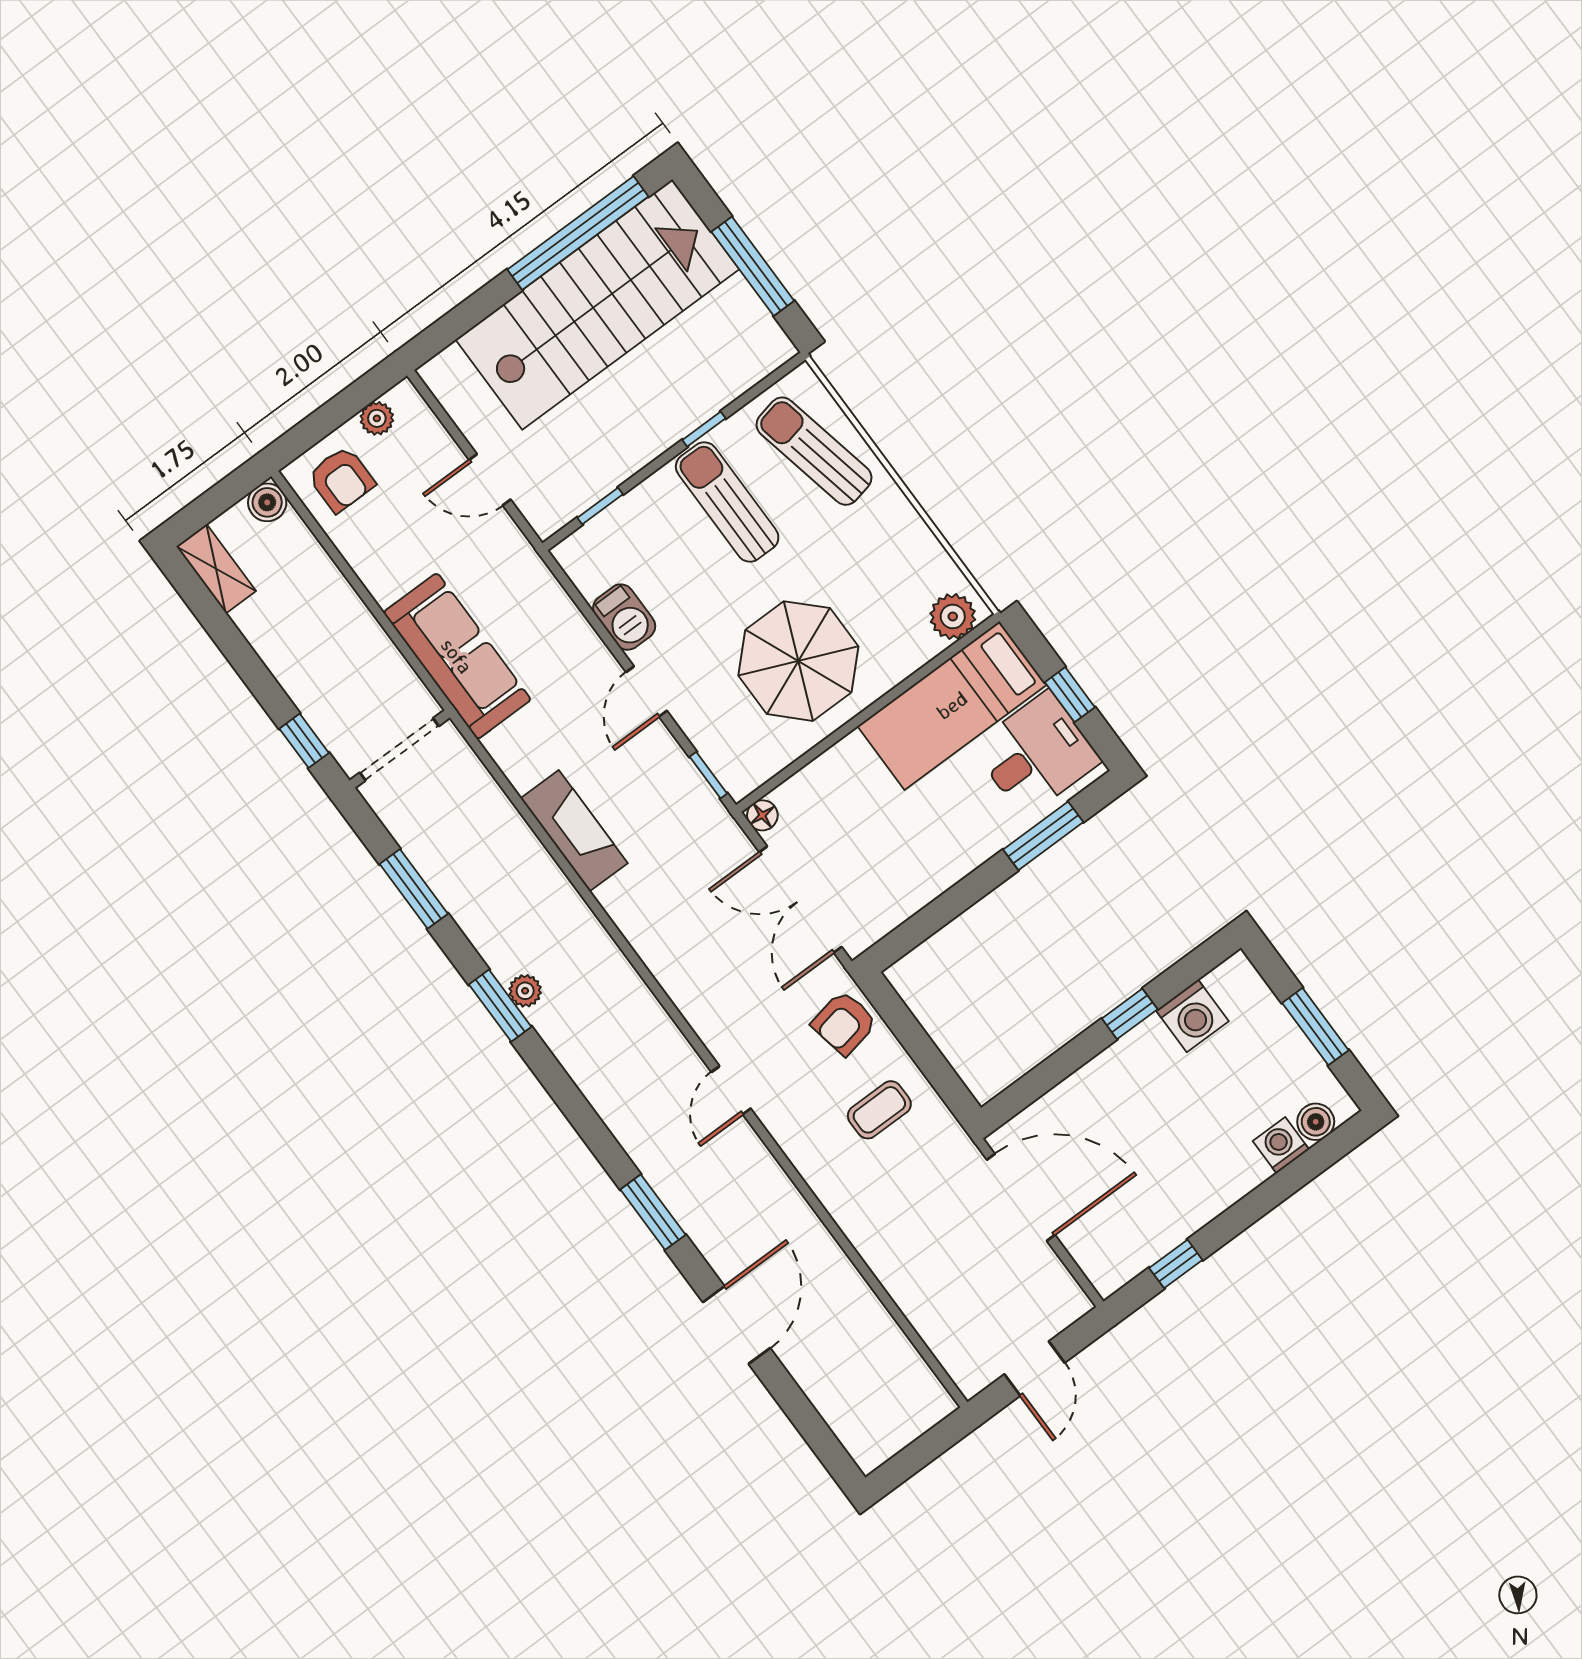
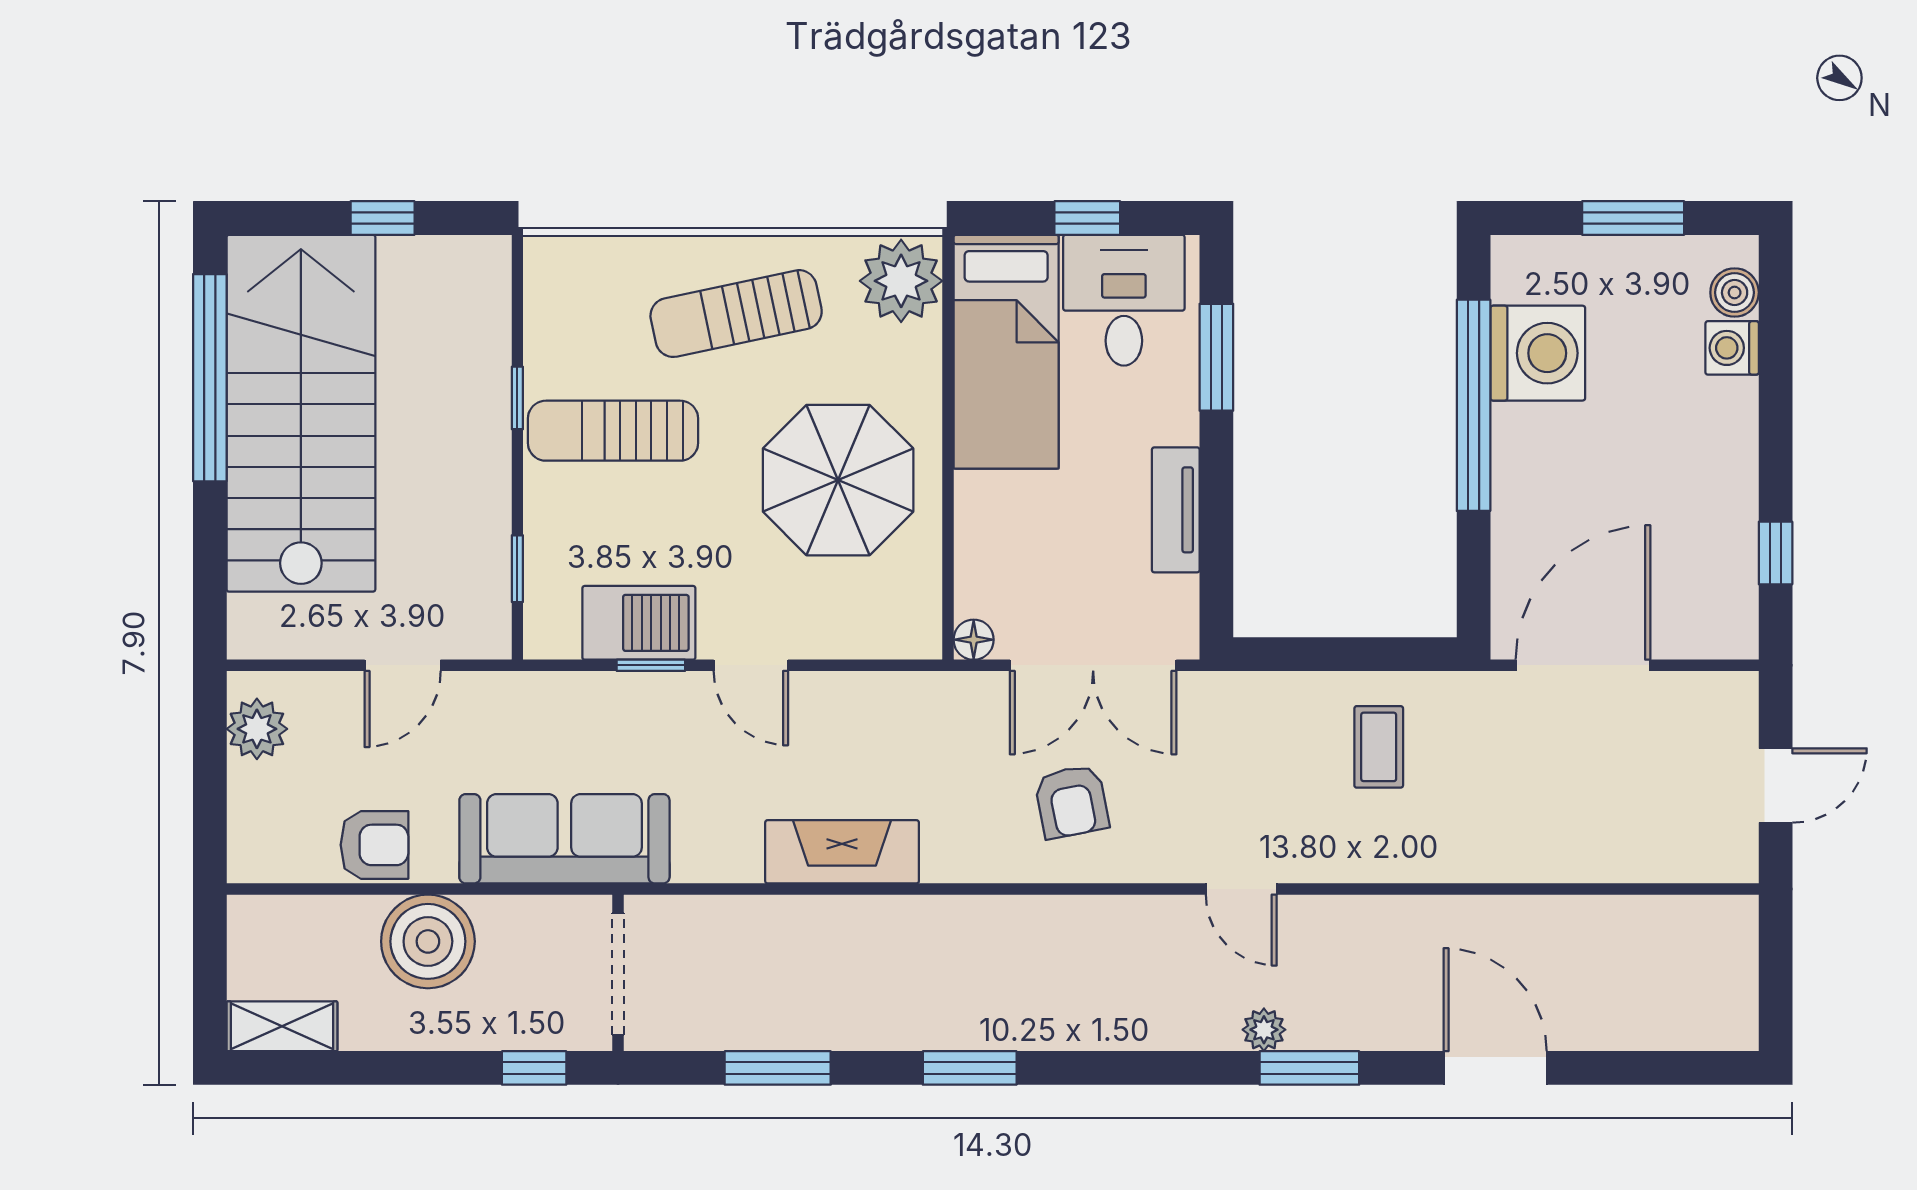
window: (753, 266) -> (383, 218), width x0.46
plant: (377, 418) -> (257, 729), width x1.38, depth x1.38
sun lounger: (814, 451) -> (736, 314), moved
armchair: (341, 479) -> (374, 845), moved
boiler: (267, 502) -> (428, 941), moved, width x1.86, depth x1.86
plant: (953, 616) -> (901, 281), width x1.36, depth x1.36
barbecue: (624, 617) -> (639, 623), width x1.38, depth x1.27
window: (708, 775) -> (651, 665), moved
tv unit: (932, 880) -> (1176, 510), added
plant: (525, 991) -> (1264, 1030), moved
window: (1130, 1014) -> (1474, 405), width x3.17
washing machine: (1192, 1016) -> (1538, 353), width x1.37, depth x1.37
armchair: (844, 1023) -> (1072, 802), moved
door: (1034, 1369) -> (1776, 785), hinge flipped

